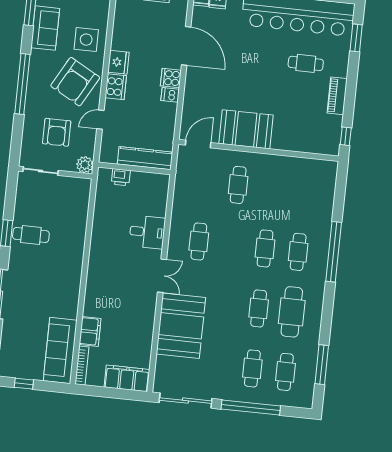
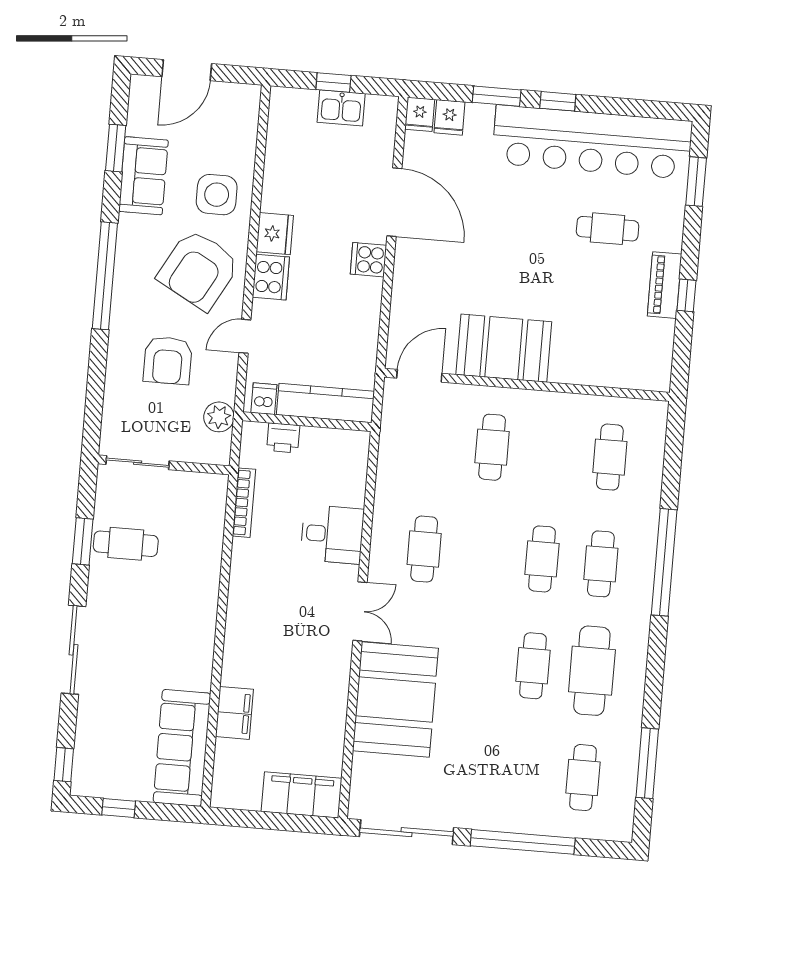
dishwasher: (170, 95) -> (264, 399), moved, turned 90
window: (346, 136) -> (686, 295), moved
sliding door: (41, 171) -> (138, 463), moved
wall: (55, 173) -> (164, 465), moved
bookcase: (82, 366) -> (244, 503), moved
cafe table: (252, 368) -> (610, 457), moved

